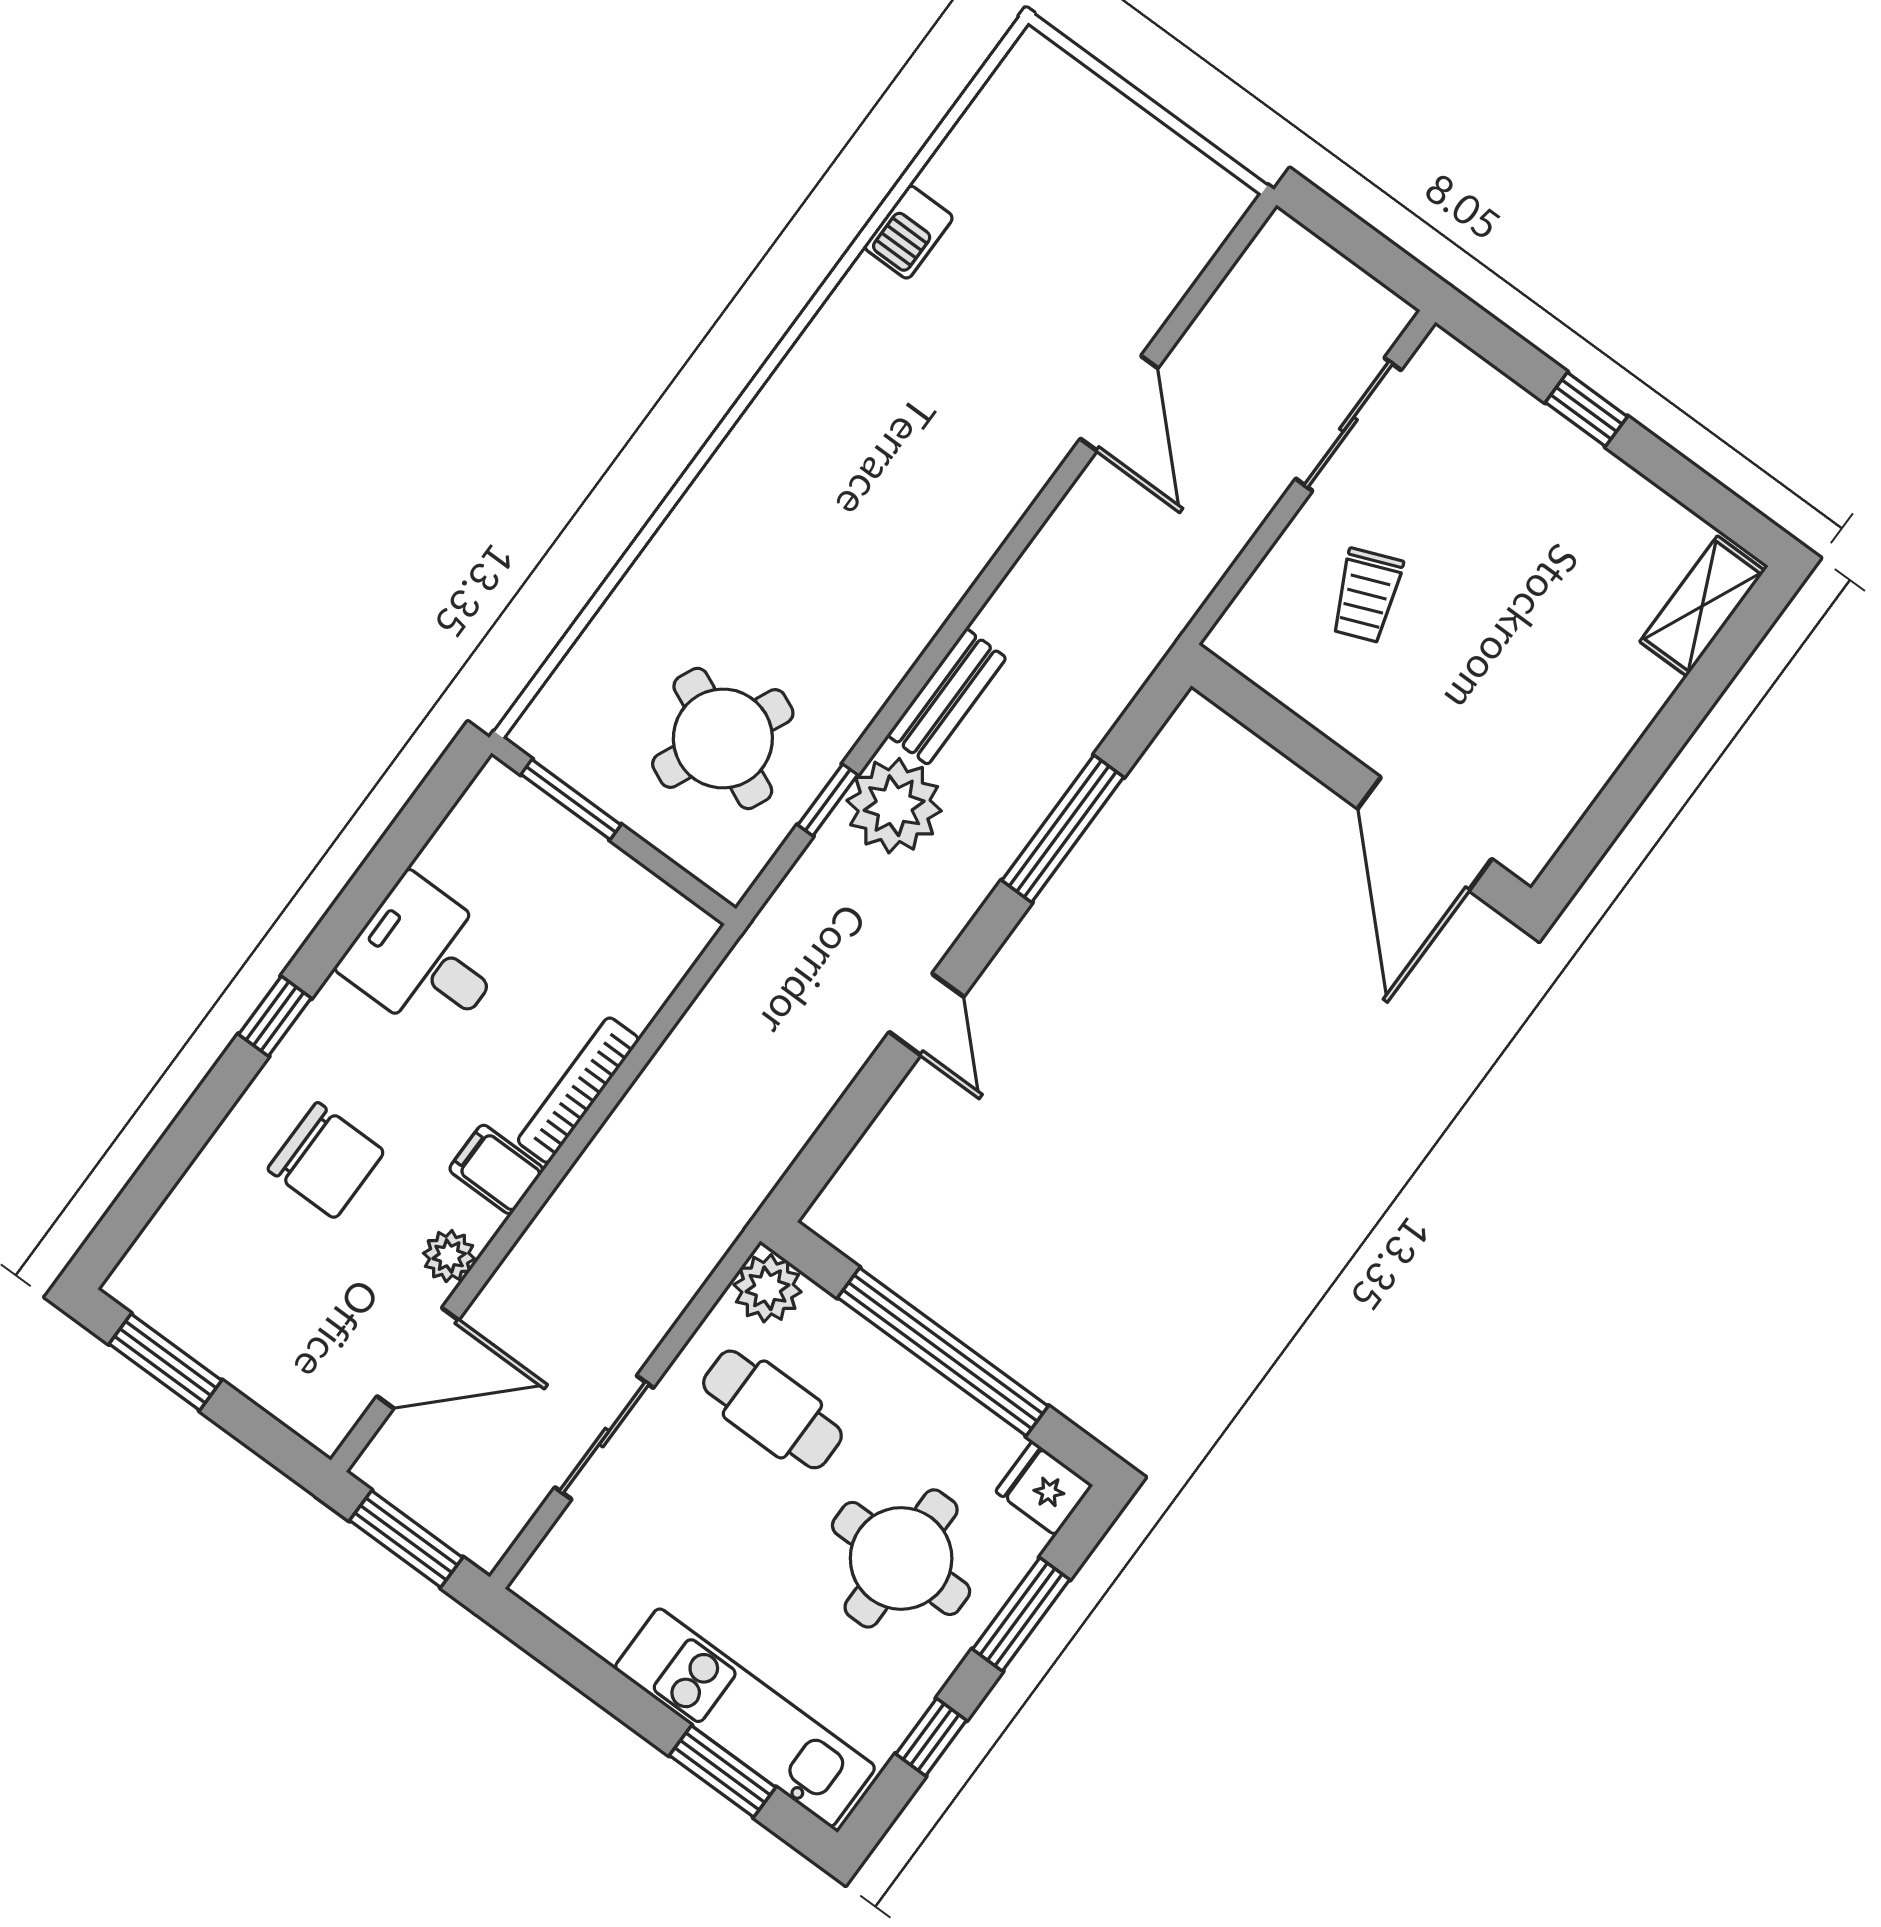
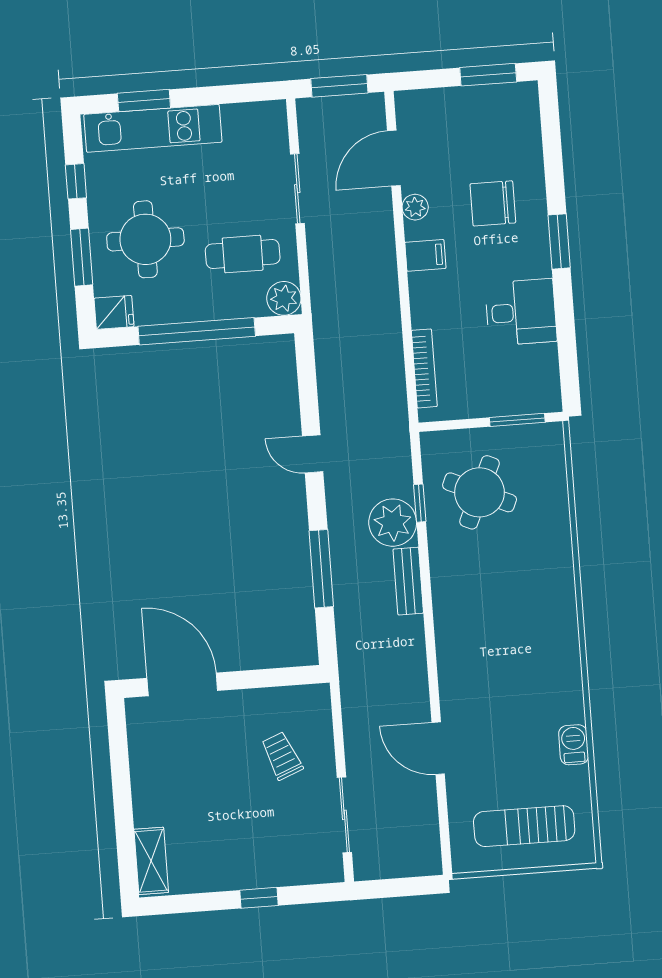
sun lounger: (1090, 173) -> (524, 826), added
window: (275, 1016) -> (559, 241), width x1.50
bookcase: (578, 1090) -> (424, 368), moved

